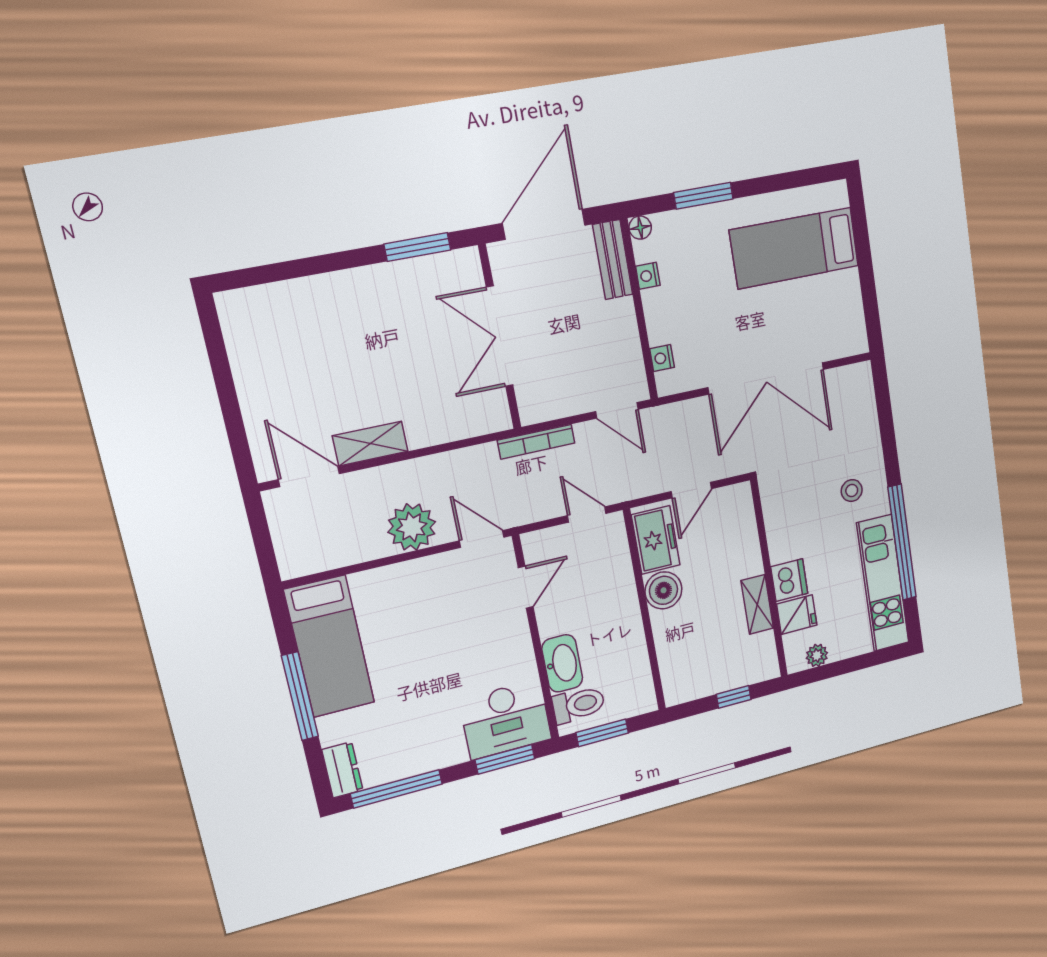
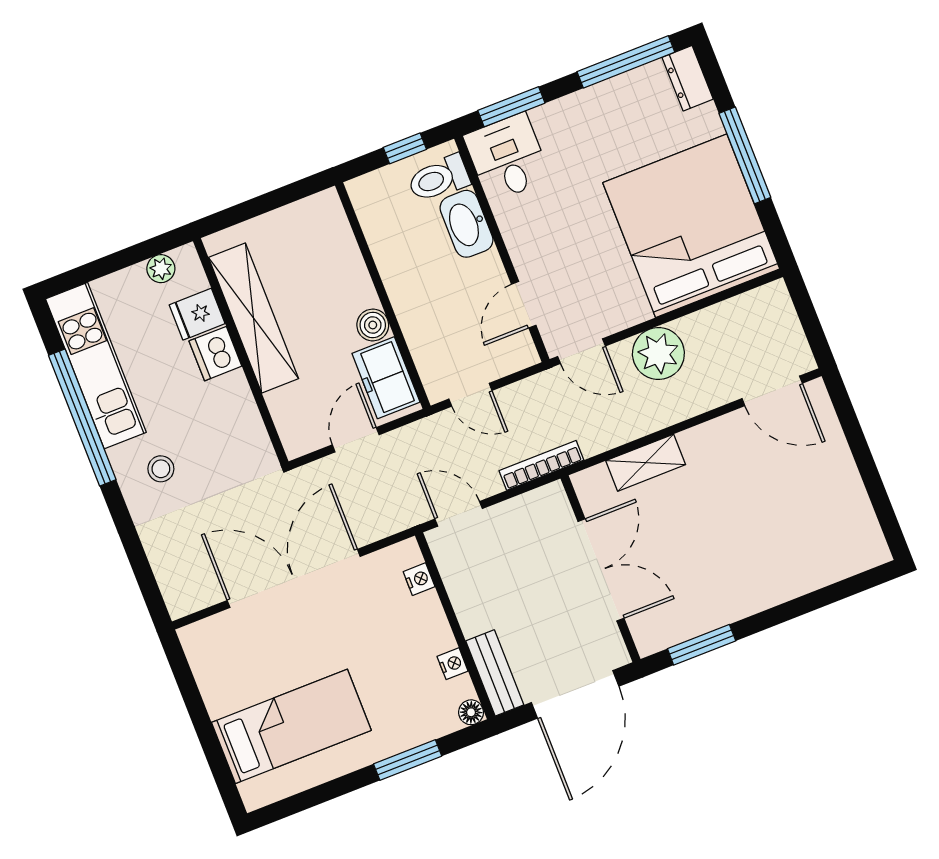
shelving: (370, 444) -> (646, 463), moved
boiler: (663, 590) -> (373, 325), width x0.73, depth x0.73
shelving: (757, 604) -> (254, 318), width x2.20, depth x1.33
bed: (329, 646) -> (691, 226), width x2.04
window: (734, 697) -> (255, 207), removed
desk: (506, 719) -> (507, 157), width x0.73
window: (602, 733) -> (405, 148), width x0.67

